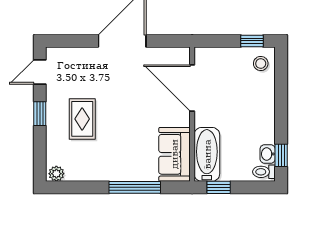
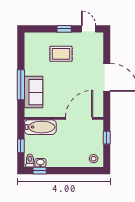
window: (252, 41) -> (107, 138), moved
sofa: (174, 154) -> (33, 92), moved, turned 90
plant: (56, 174) -> (29, 39), removed
window: (219, 187) -> (21, 146), moved

